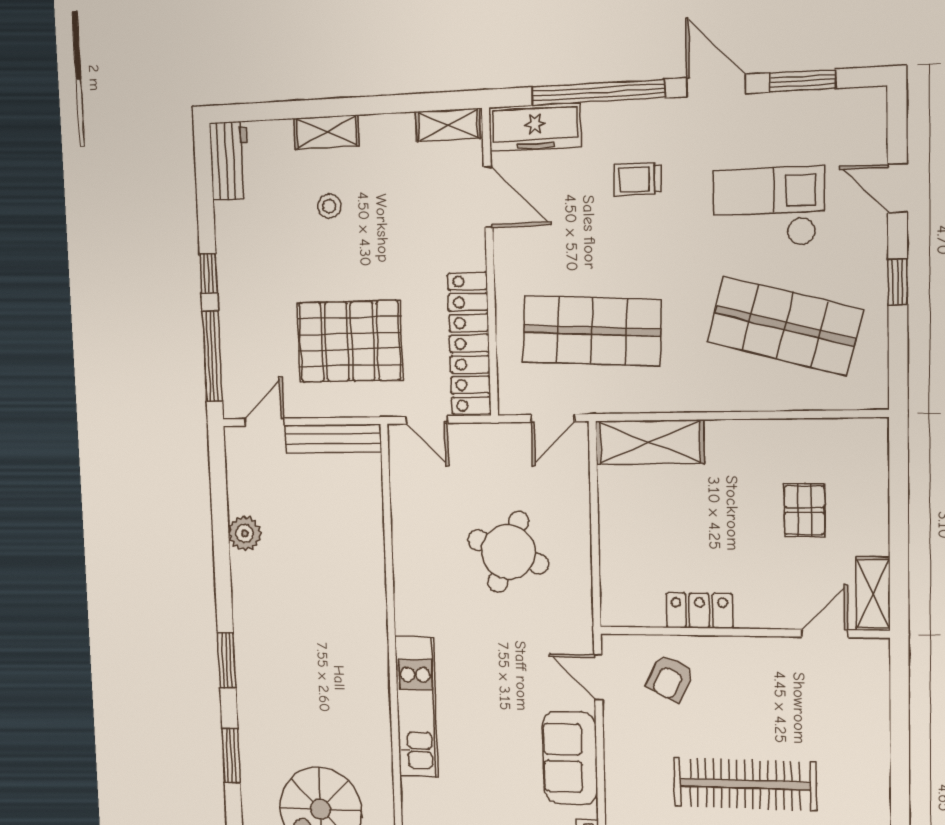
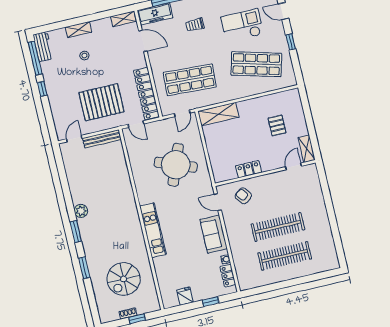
window: (212, 356) -> (35, 58), moved
plant: (245, 533) -> (81, 211), moved
round table: (508, 552) -> (176, 165), width x1.36, depth x1.36
armchair: (670, 678) -> (243, 196), turned 116

